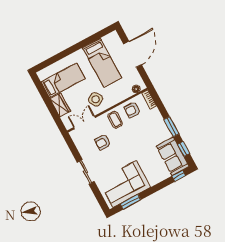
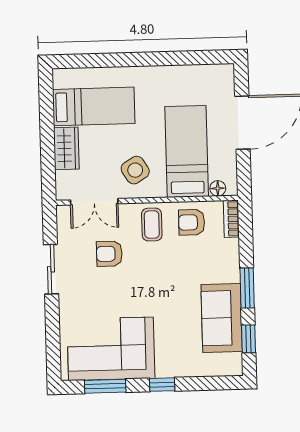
bed: (102, 63) -> (187, 151), moved, turned 180
double door: (84, 123) -> (94, 202), swing flipped
sofa: (173, 156) -> (222, 318), moved
sliding door: (86, 172) -> (51, 269), moved
window: (179, 176) -> (162, 385), moved

